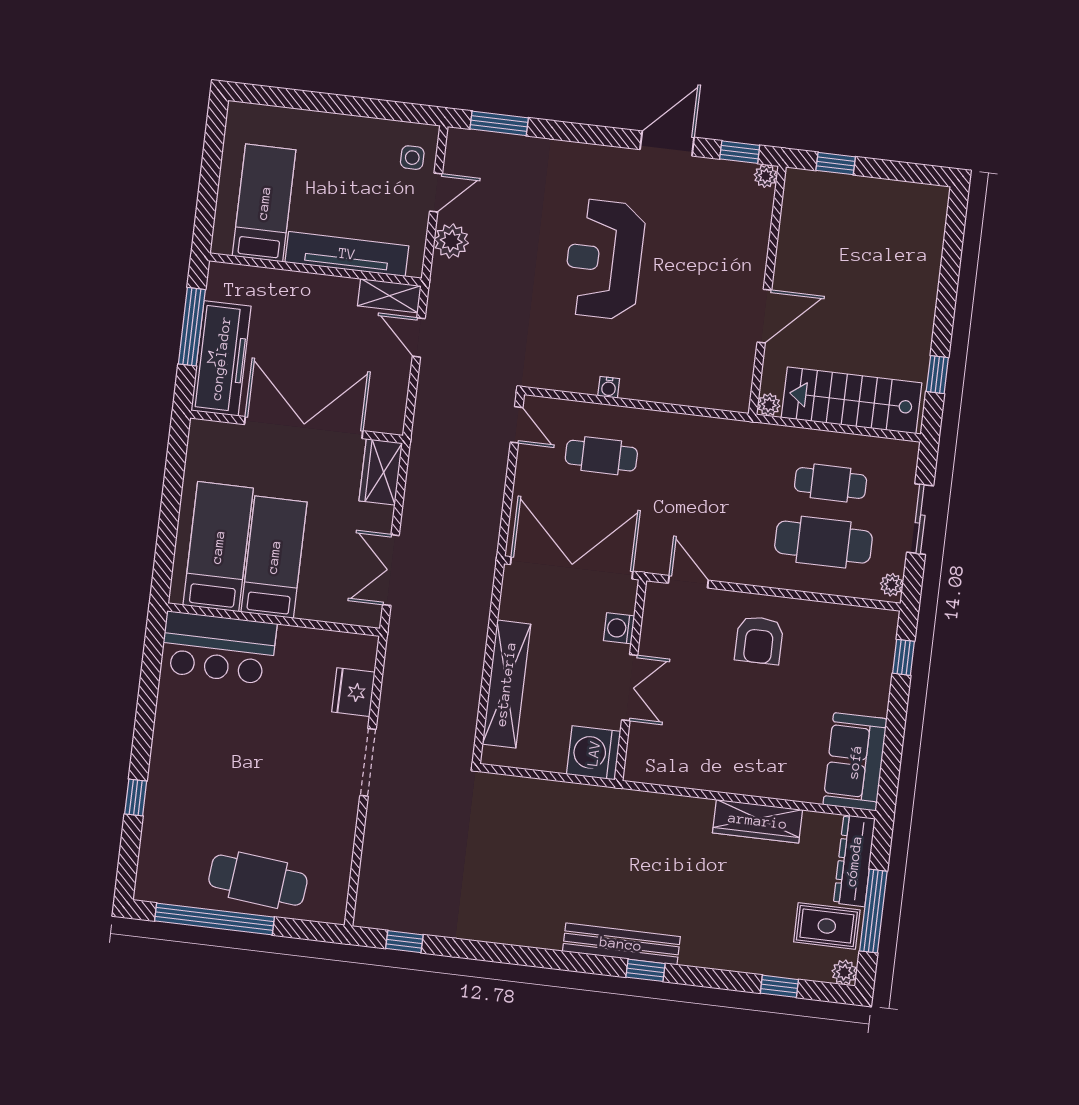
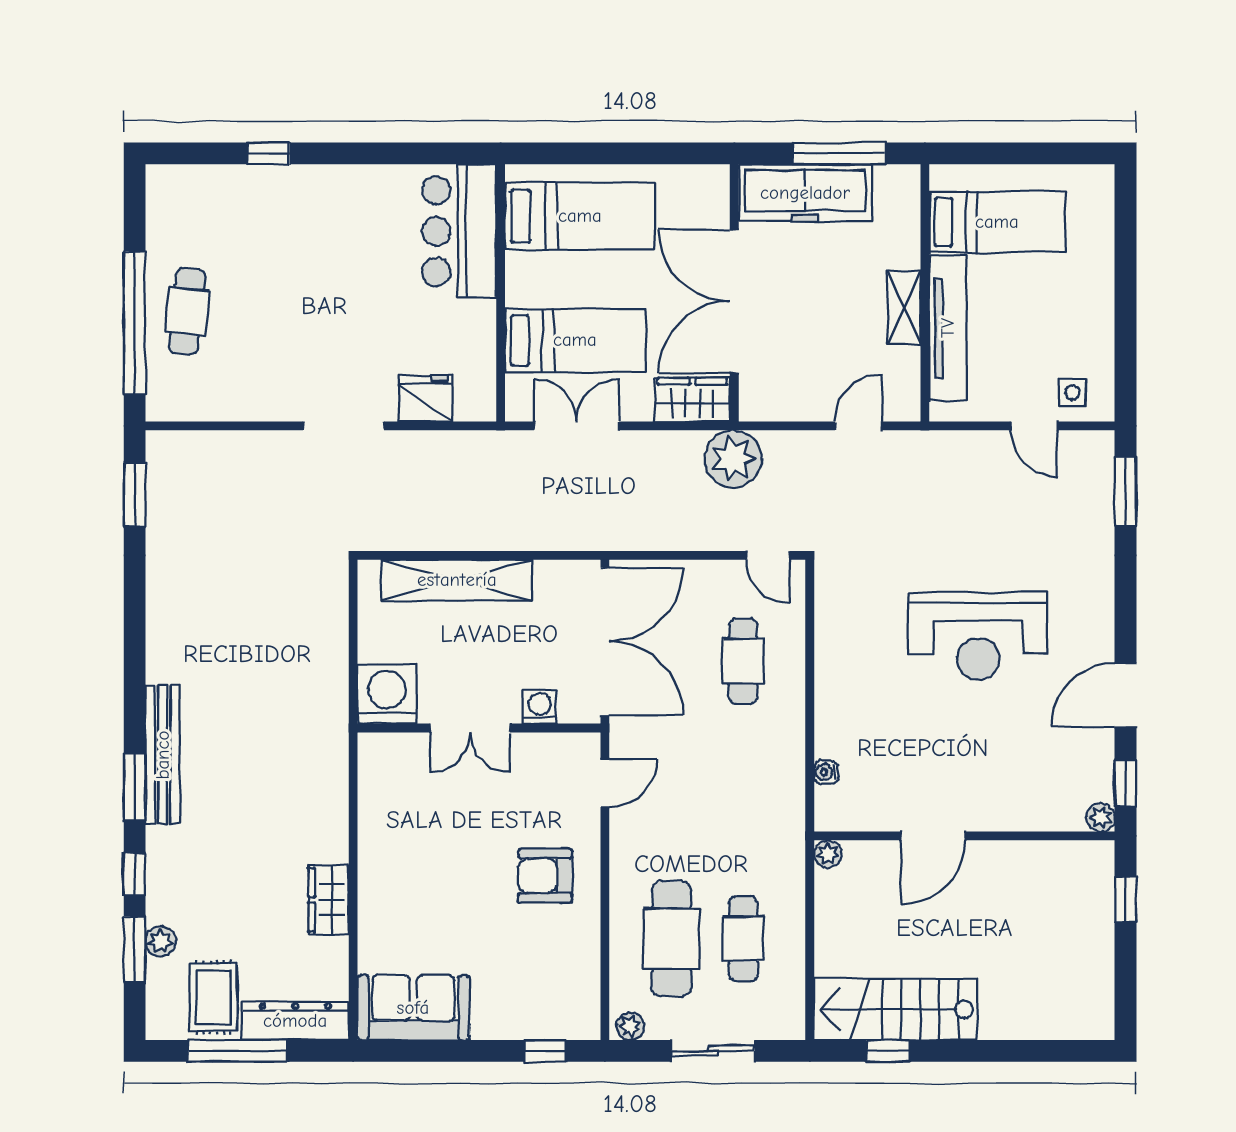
door: (667, 143) -> (1125, 695), swing flipped
plant: (451, 241) -> (733, 459), moved, width x1.36, depth x1.36
reception desk: (604, 259) -> (978, 636), turned 180
shelving: (389, 296) -> (904, 307), moved
door: (764, 316) -> (933, 836), hinge flipped
water cooler: (609, 387) -> (826, 772), moved
stairs: (852, 400) -> (896, 1009), moved, turned -90
door: (517, 425) -> (768, 555), hinge flipped
double door: (304, 428) -> (734, 301), swing flipped
bed: (274, 557) -> (575, 340), moved
wardrobe: (758, 821) -> (329, 900), width x0.67
cafe table: (258, 880) -> (187, 311), width x0.73, depth x0.74
window: (214, 919) -> (135, 323), moved
window: (404, 942) -> (135, 495), width x1.50
window: (645, 970) -> (135, 787), width x1.50
plant: (844, 972) -> (160, 941), moved
window: (717, 979) -> (135, 874), added
window: (779, 986) -> (135, 949), width x1.50

